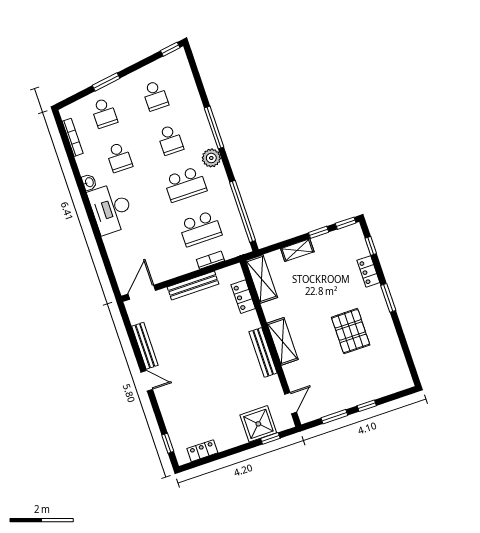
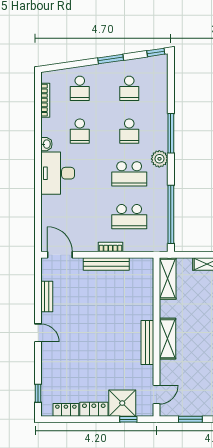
window: (106, 82) -> (111, 59), moved
bookcase: (210, 260) -> (111, 247), moved
door: (142, 292) -> (60, 255), hinge flipped
locker: (243, 297) -> (94, 409), moved, turned 90
bench: (145, 346) -> (47, 297), width x0.73

